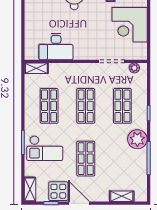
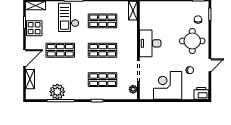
desk: (56, 47) -> (150, 43), moved
plant: (137, 139) -> (57, 92), moved
door: (79, 203) -> (25, 58), moved

